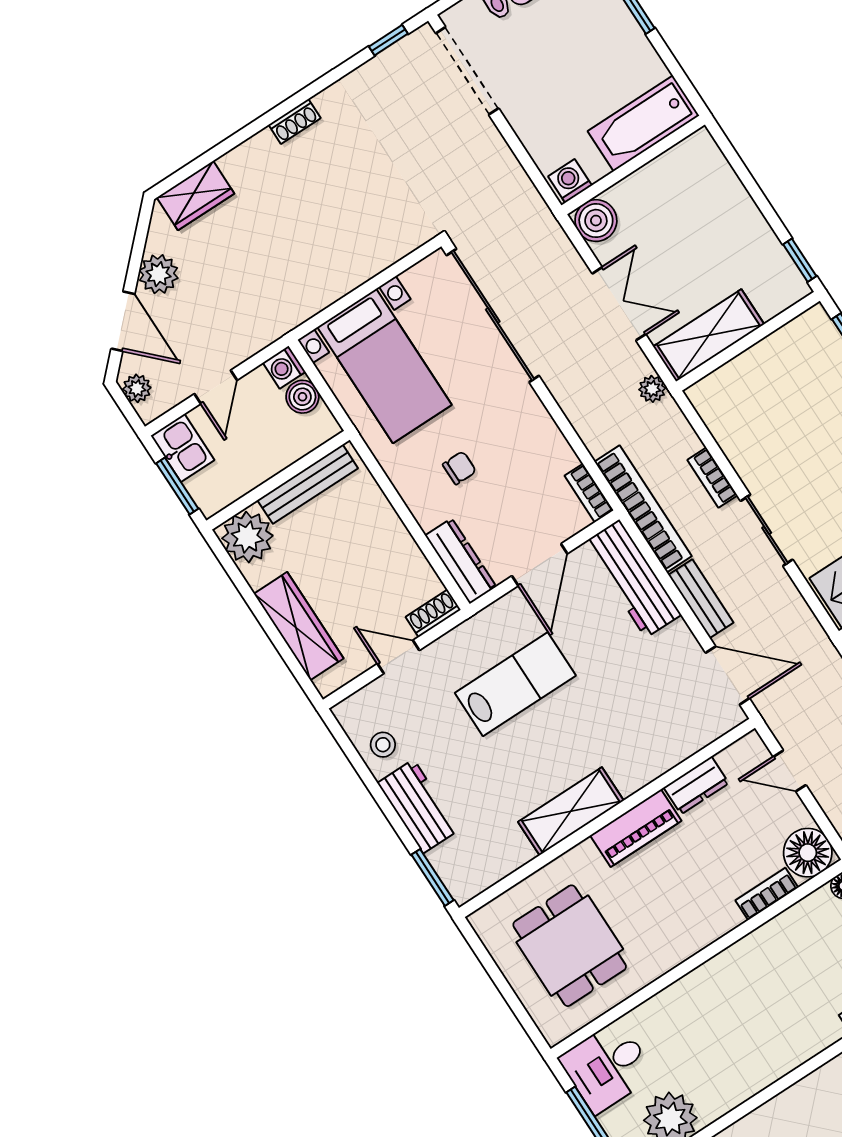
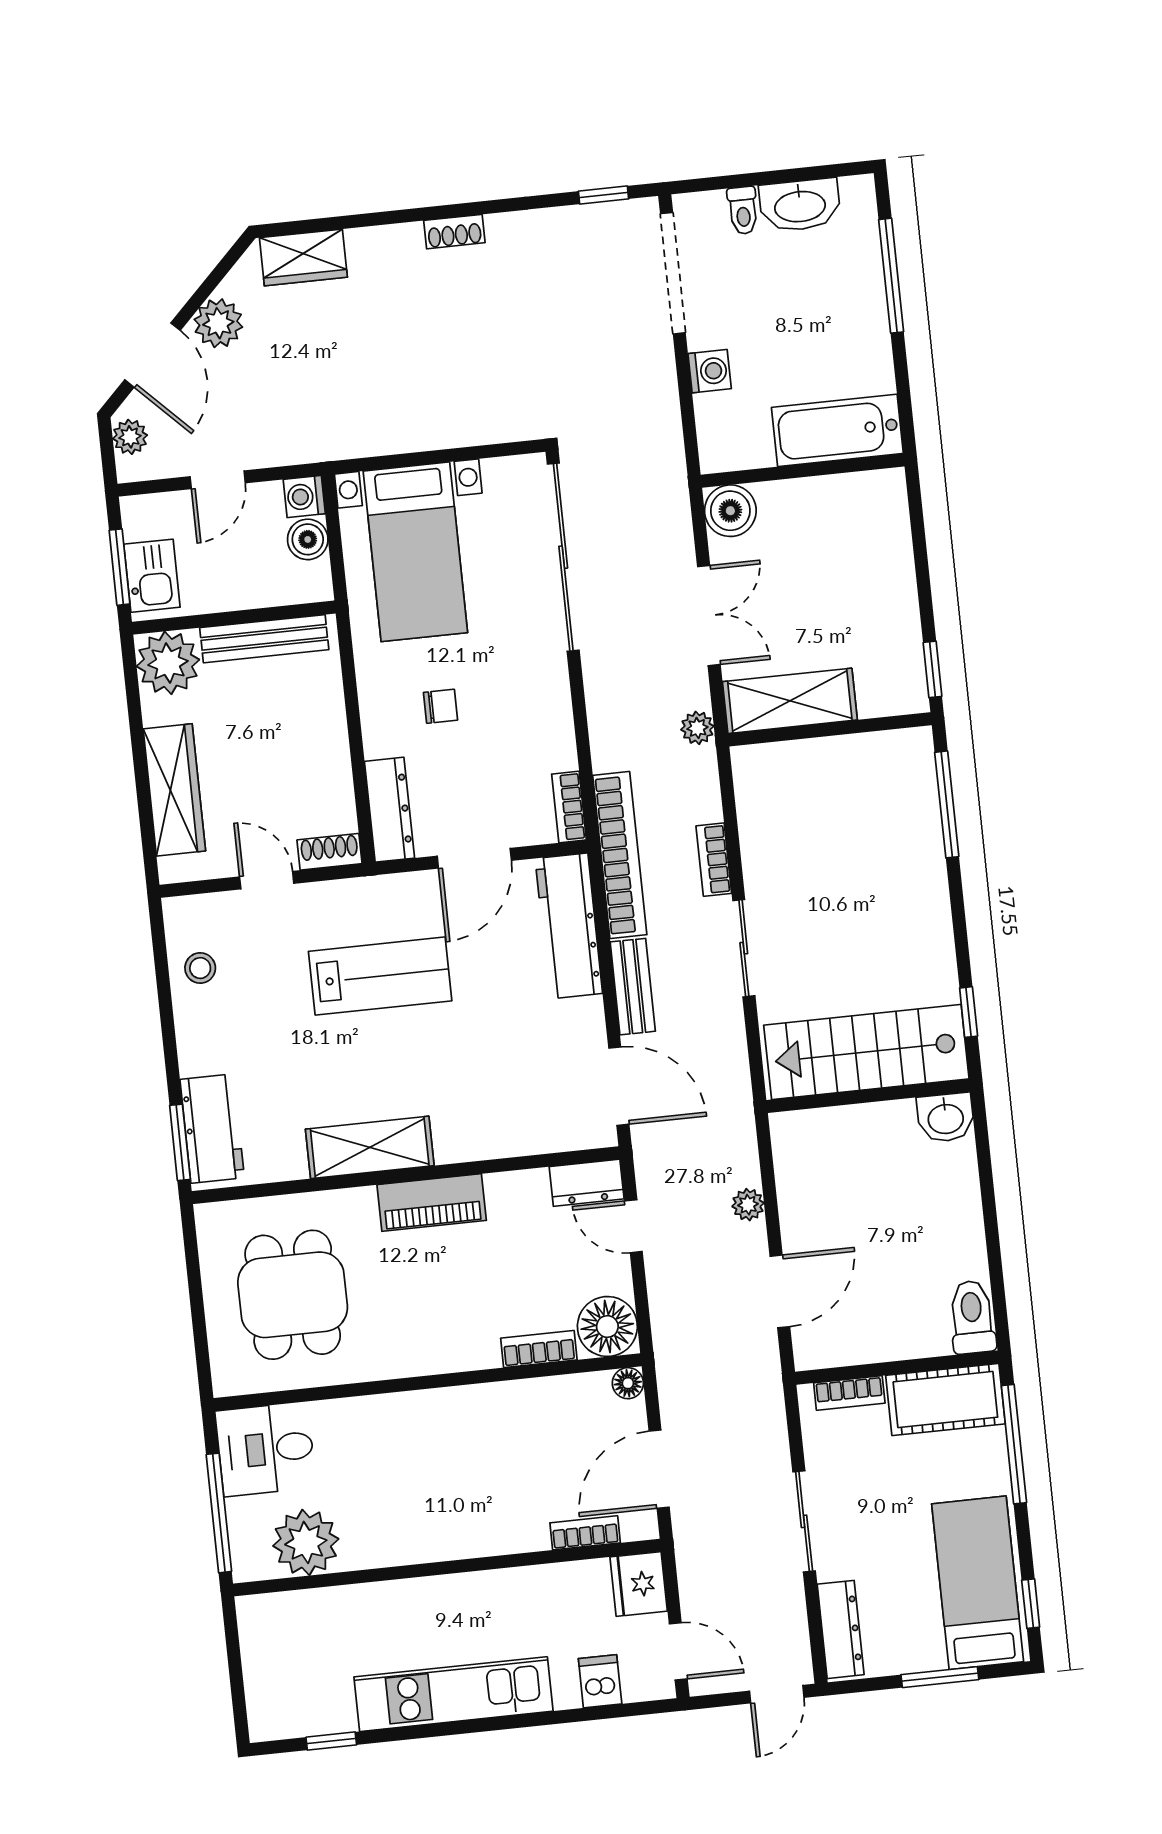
washing machine: (570, 181) -> (710, 371), moved, turned 90
kitchen sink: (183, 448) -> (152, 576), moved
dresser: (696, 785) -> (587, 1183), moved
workbench: (418, 806) -> (212, 1129), moved

